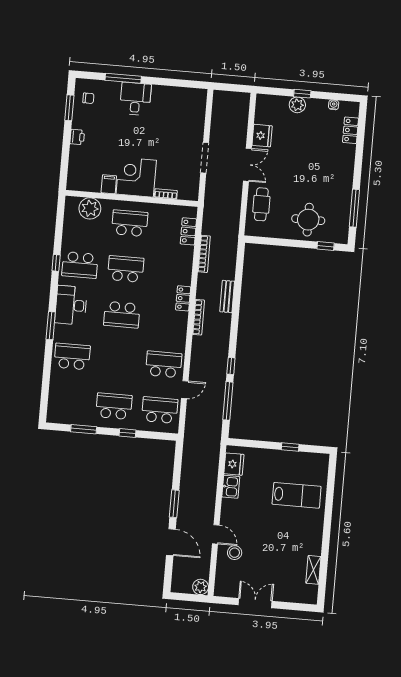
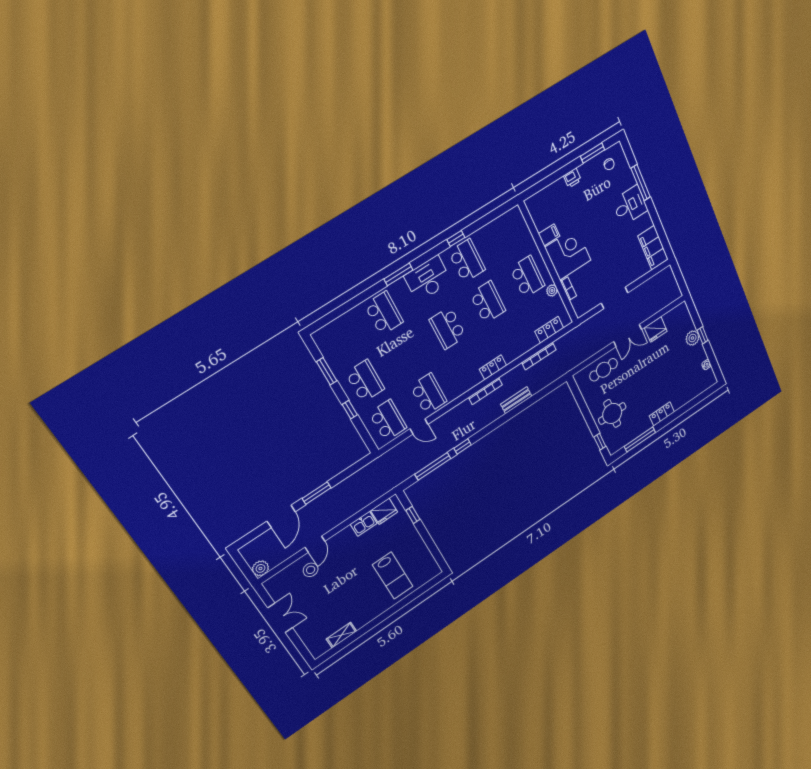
filing cabinet: (187, 98) -> (653, 248), added
locker: (351, 130) -> (662, 414), moved
plant: (90, 208) -> (552, 290), moved, width x0.53, depth x0.53
school desk: (80, 265) -> (467, 261), turned 180
window: (290, 447) -> (413, 515), moved

